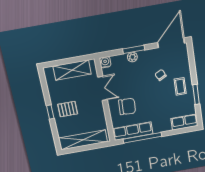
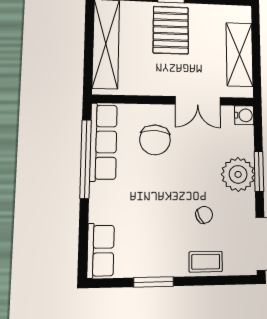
plant: (132, 57) -> (238, 174), width x1.87, depth x1.87
coffee table: (180, 86) -> (206, 262), moved
pallet: (68, 109) -> (171, 30), width x1.50, depth x1.42

